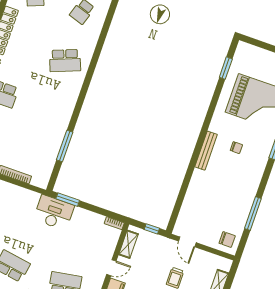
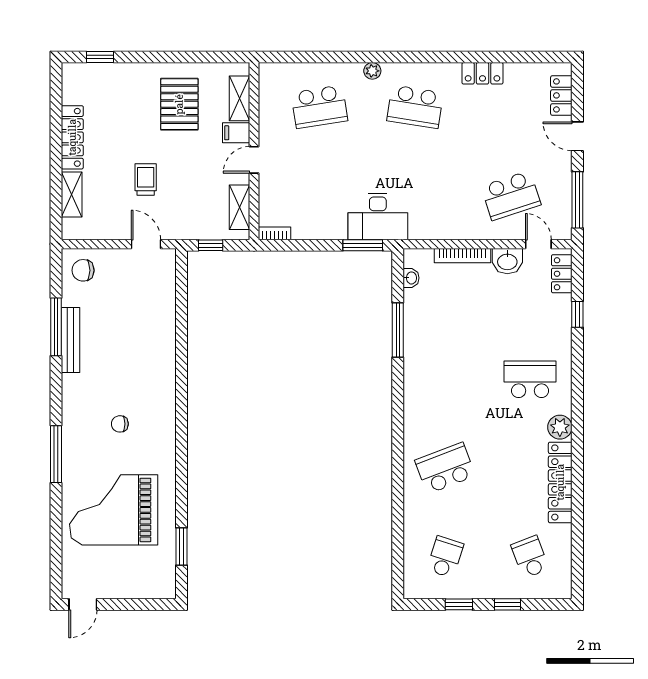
bench: (206, 151) -> (71, 340), moved
washbasin: (47, 172) -> (411, 278), added

